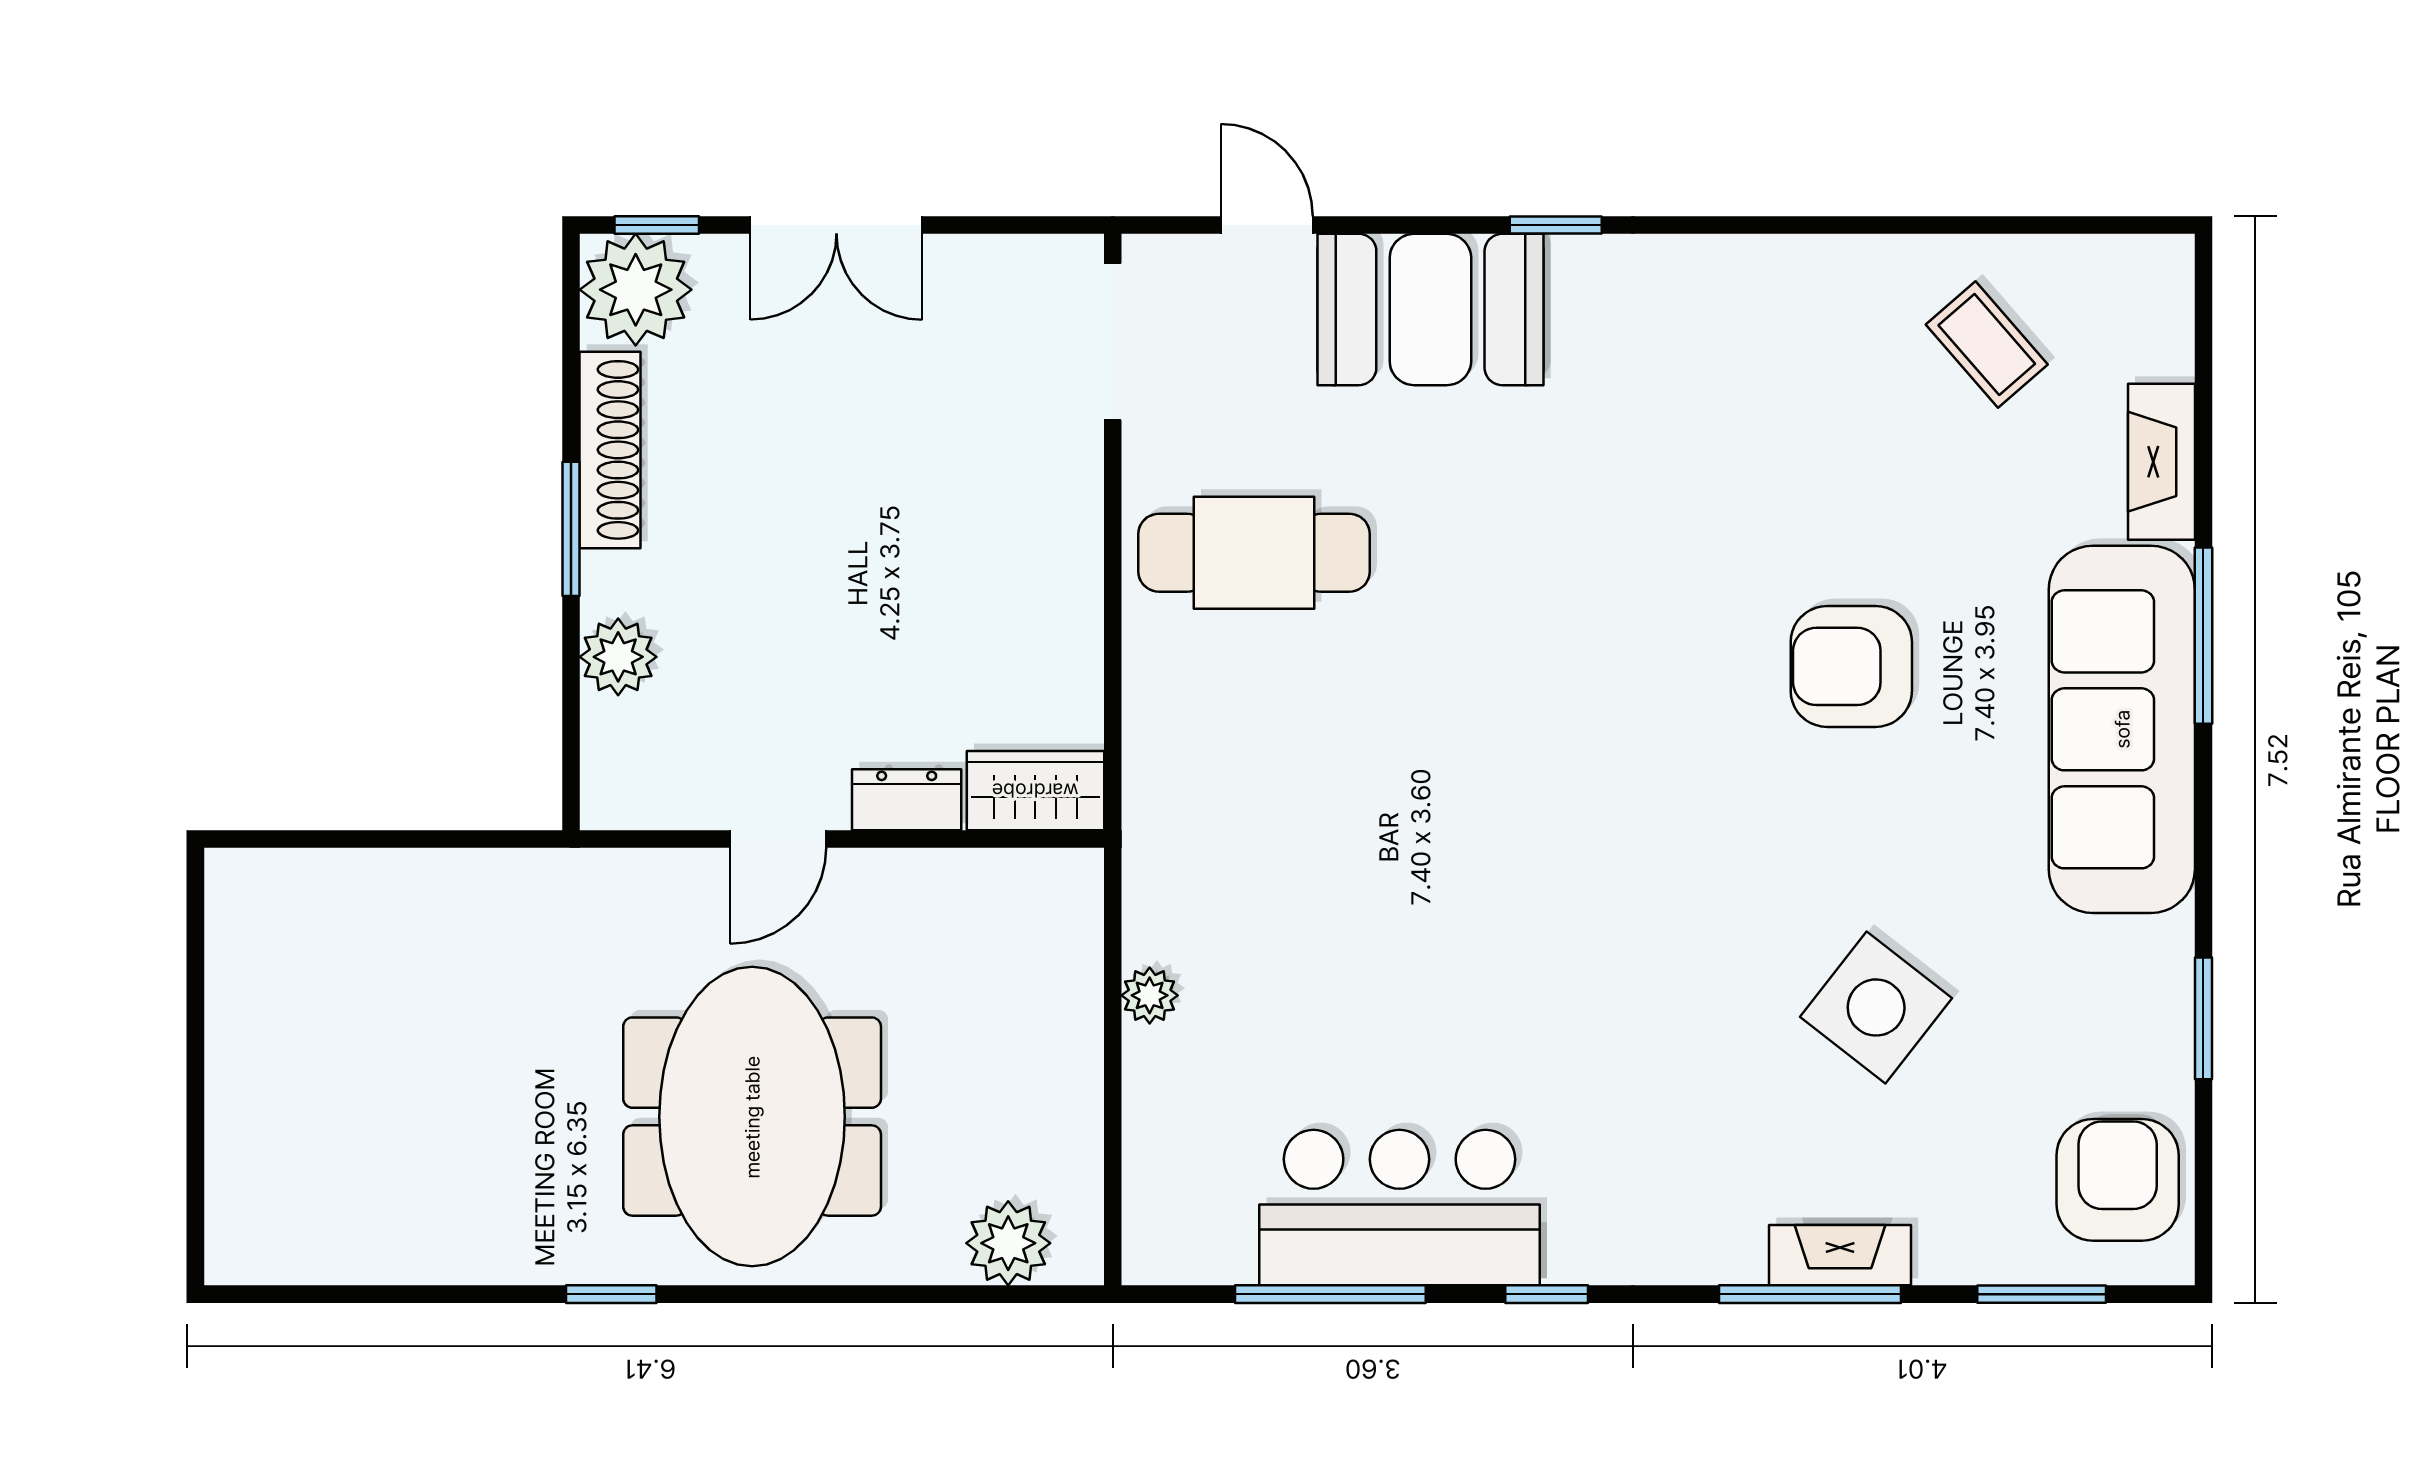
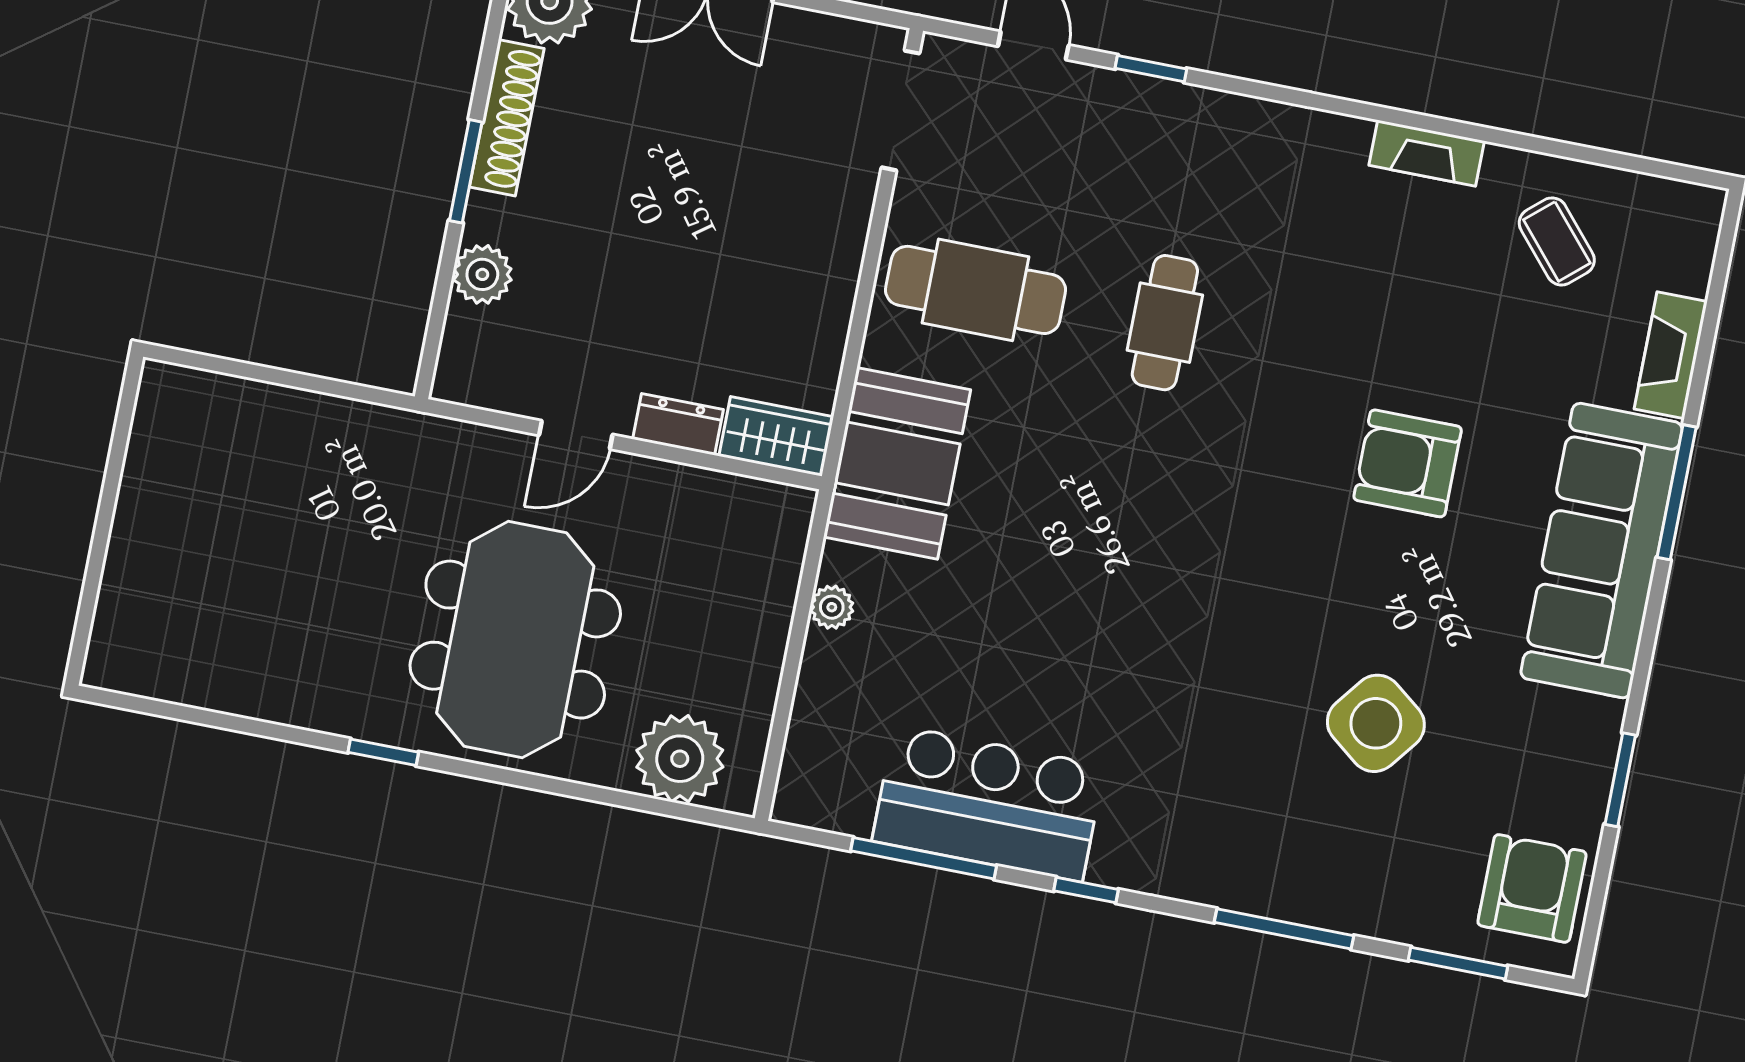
window: (1556, 225) -> (1151, 69), moved
booth: (1430, 310) -> (897, 463), moved, turned 90
cafe table: (1505, 547) -> (1165, 323), added
plant: (1008, 1243) -> (680, 759), width x1.36, depth x1.36
fireplace: (1840, 1255) -> (1427, 153), moved, turned 180

